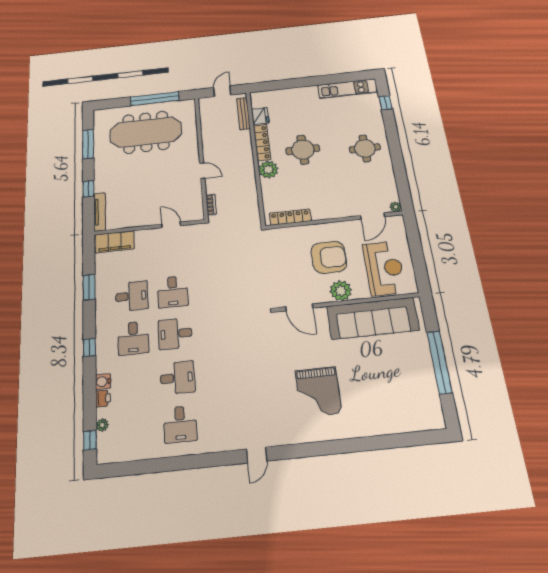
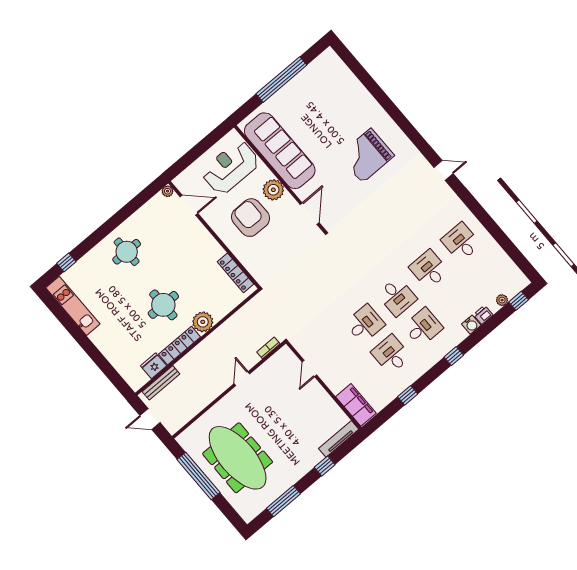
window: (89, 287) -> (408, 395), width x0.67
grand piano: (318, 392) -> (367, 156), turned 180
desk: (180, 424) -> (461, 242), turned -90

